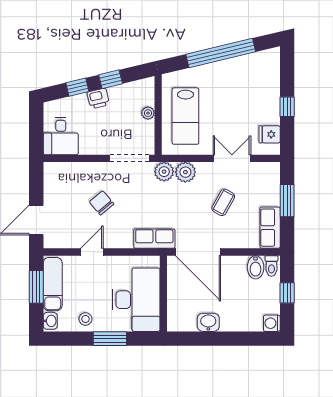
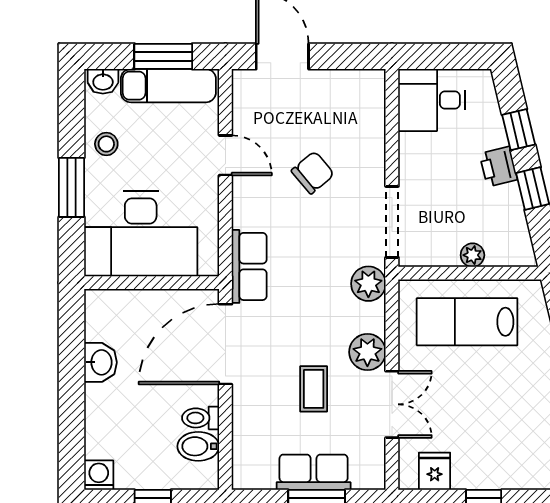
plant: (185, 172) -> (367, 352), moved
coffee table: (223, 202) -> (314, 389), turned 61
row of seats: (270, 228) -> (314, 472), moved
toilet: (271, 266) -> (201, 418), moved

